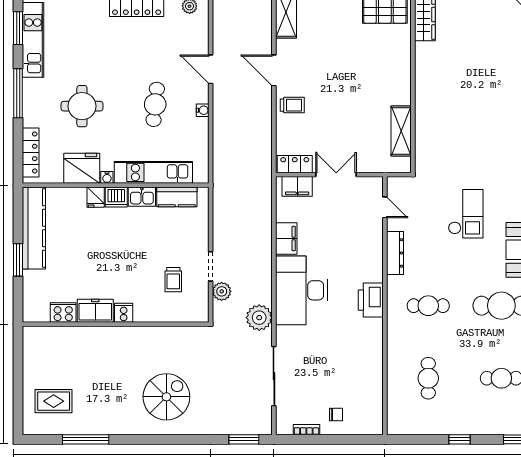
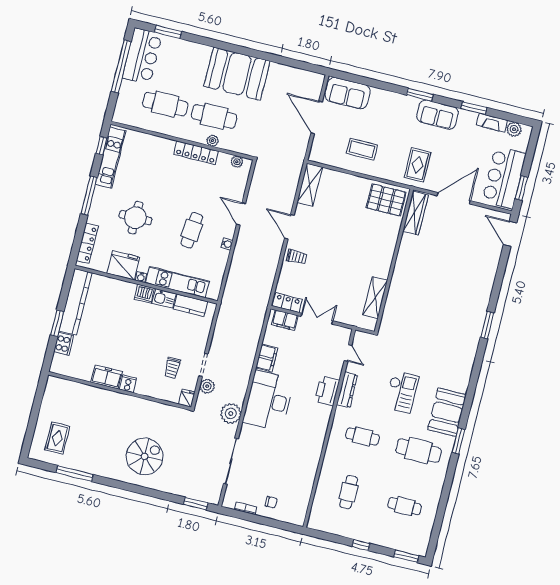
window: (18, 28) -> (101, 146), width x0.67
fridge: (96, 197) -> (187, 398), moved, turned 180
checkout: (466, 214) -> (402, 392), moved
printer: (371, 300) -> (327, 391), moved
cooker: (63, 312) -> (64, 344), moved, turned 90
rug: (54, 401) -> (57, 438), turned 90

